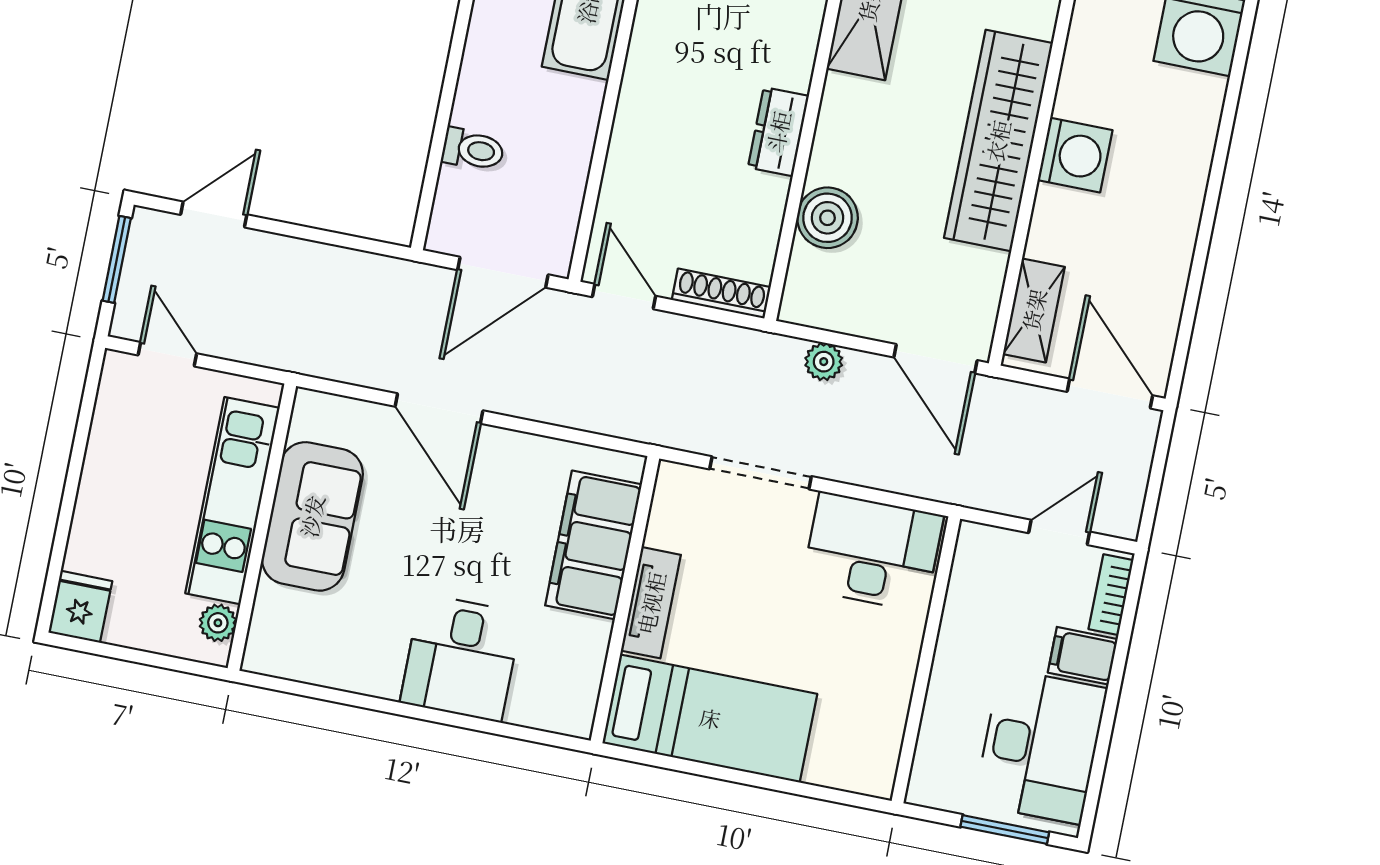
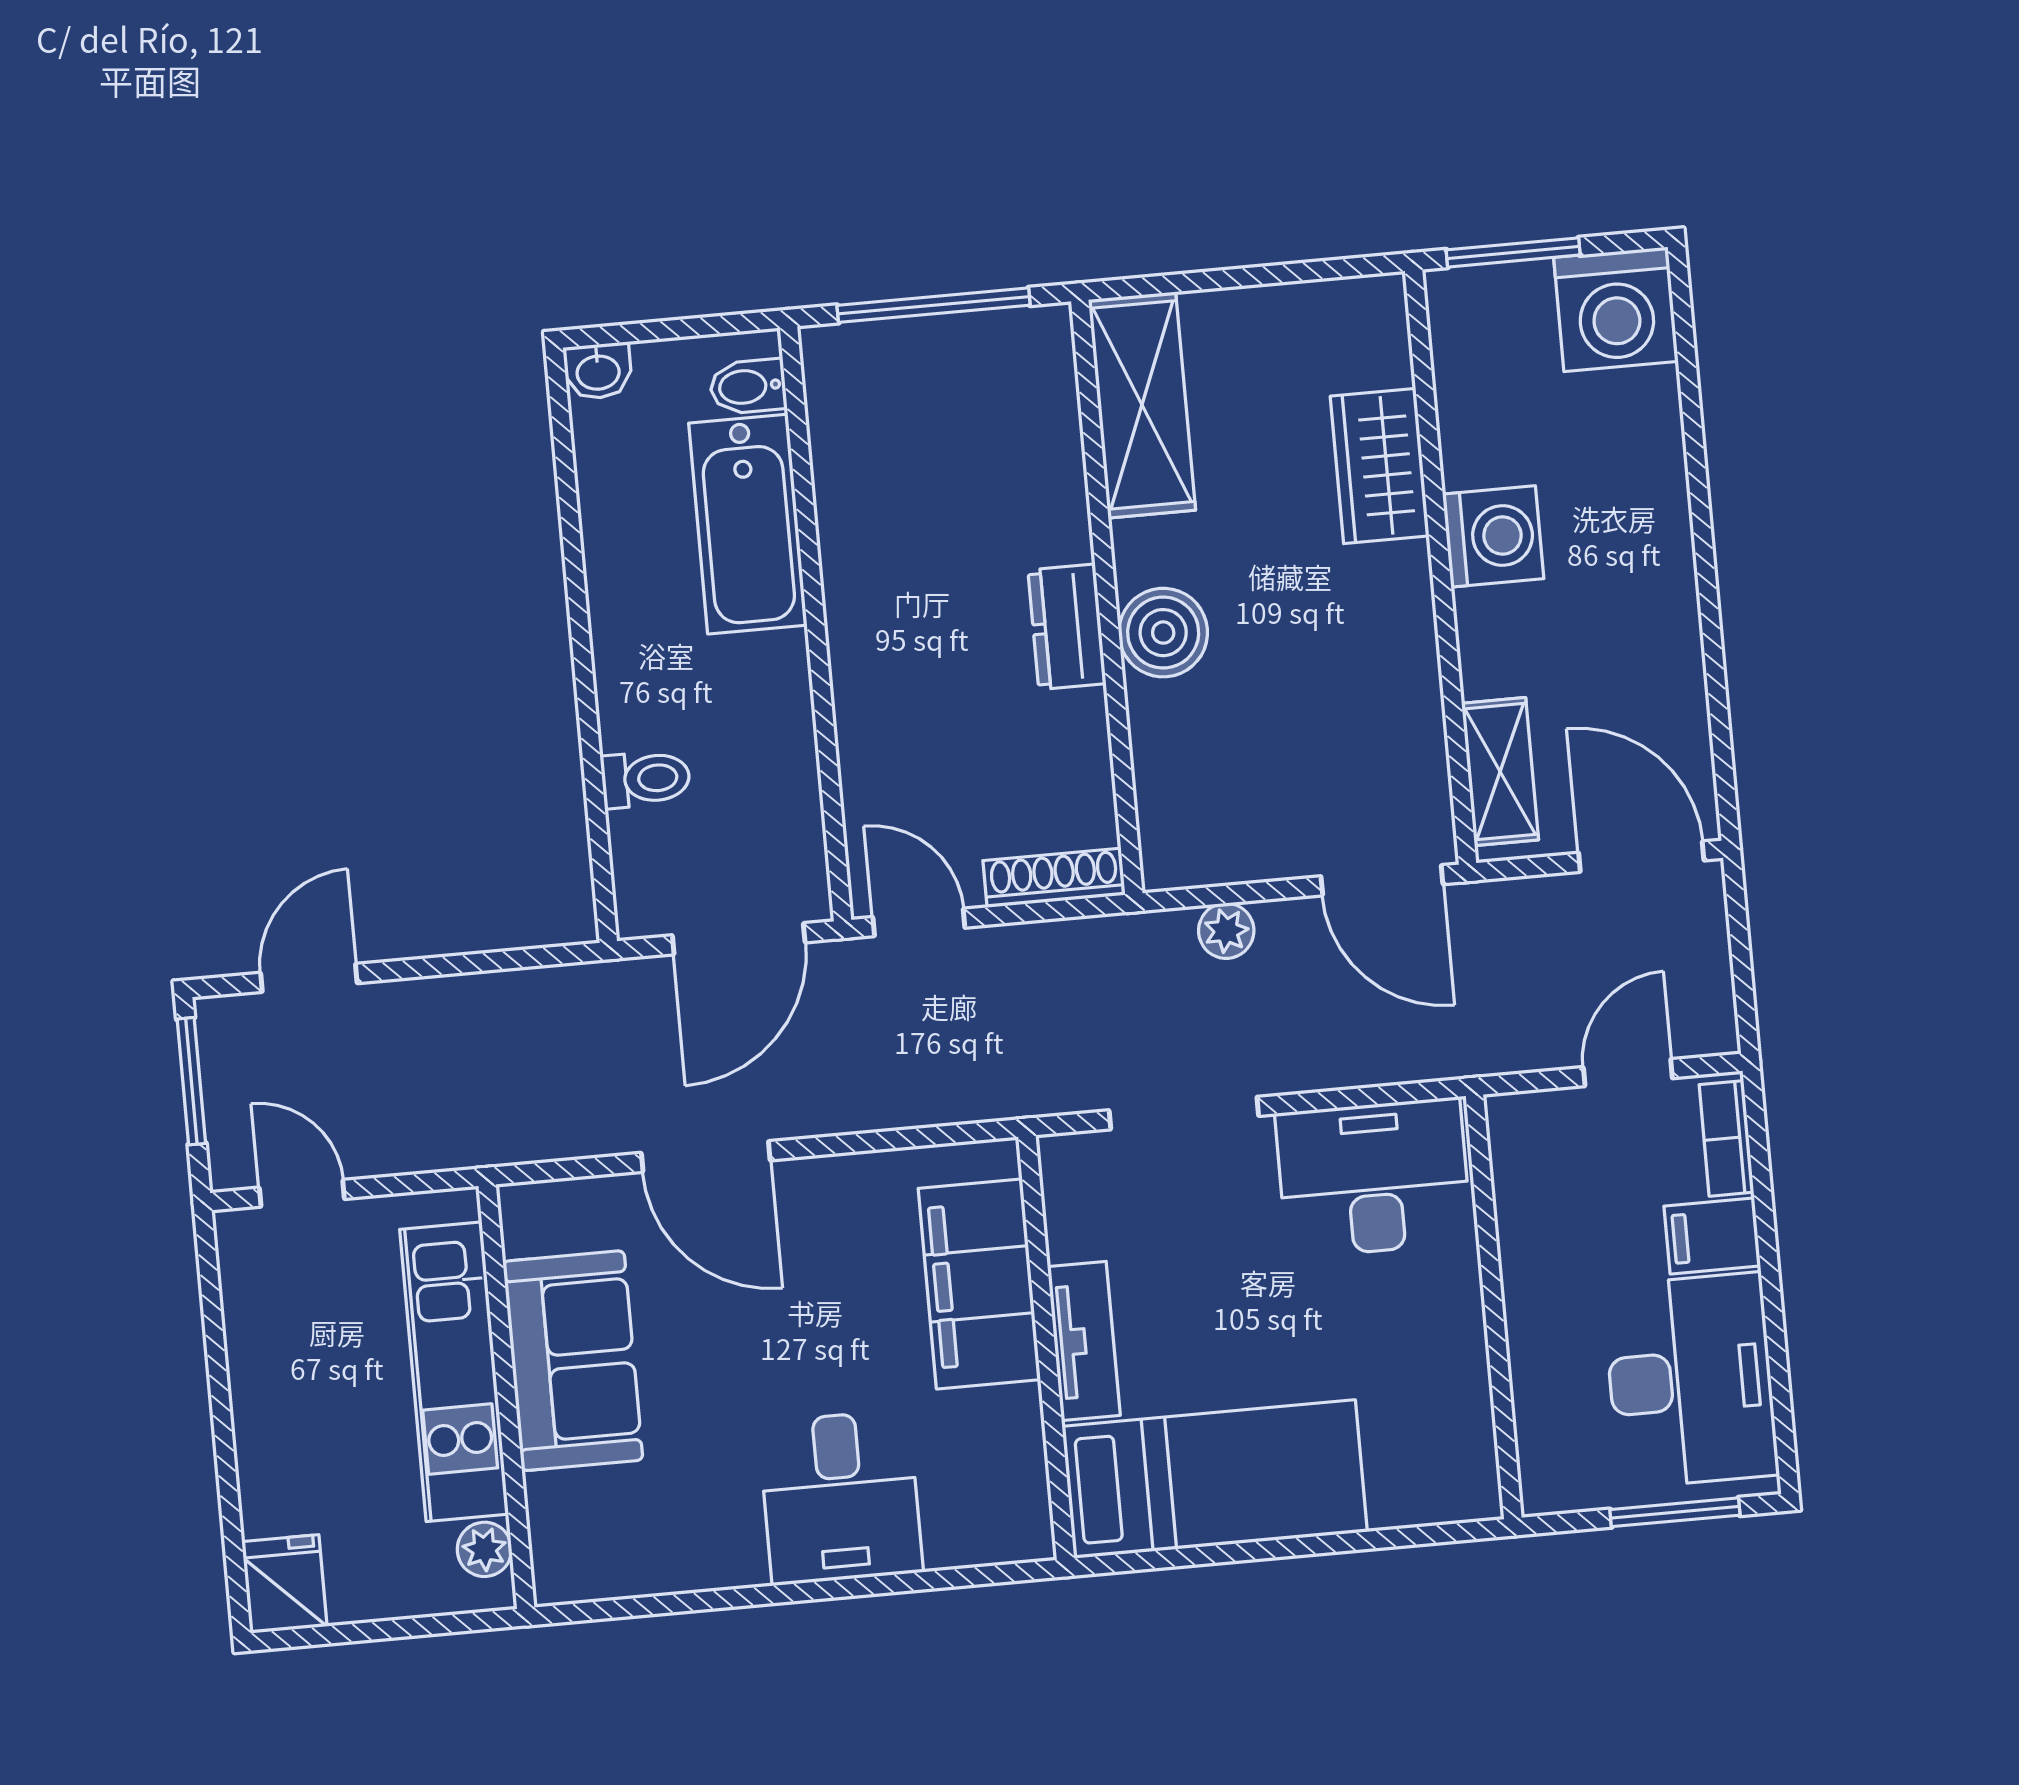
wardrobe: (998, 141) -> (1380, 466), width x0.48, depth x0.85
boiler: (827, 218) -> (1163, 633), moved

